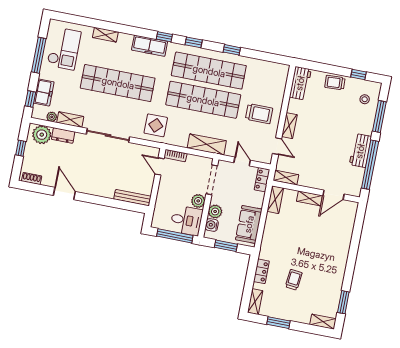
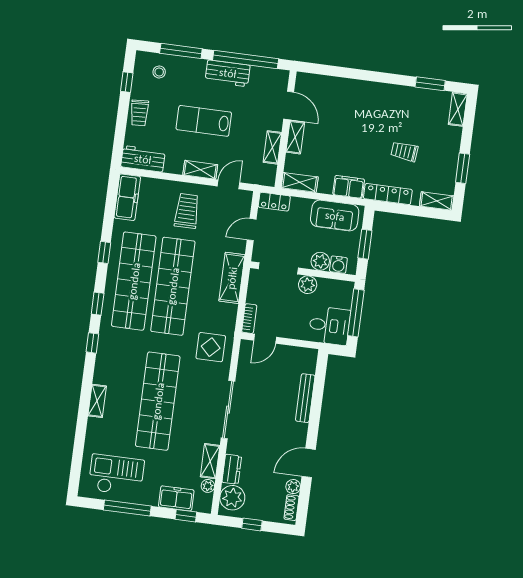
shelving: (105, 35) -> (97, 401), moved
freezer: (150, 46) -> (127, 197), moved
lab bench: (326, 130) -> (204, 121), added
shelving: (286, 178) -> (272, 147), moved
plant: (47, 181) -> (293, 487), added
bench: (132, 198) -> (305, 398), moved
desk: (186, 220) -> (329, 326), moved, turned 90
filing cabinet: (270, 236) -> (349, 187), added
locker: (261, 271) -> (388, 194), width x1.53

